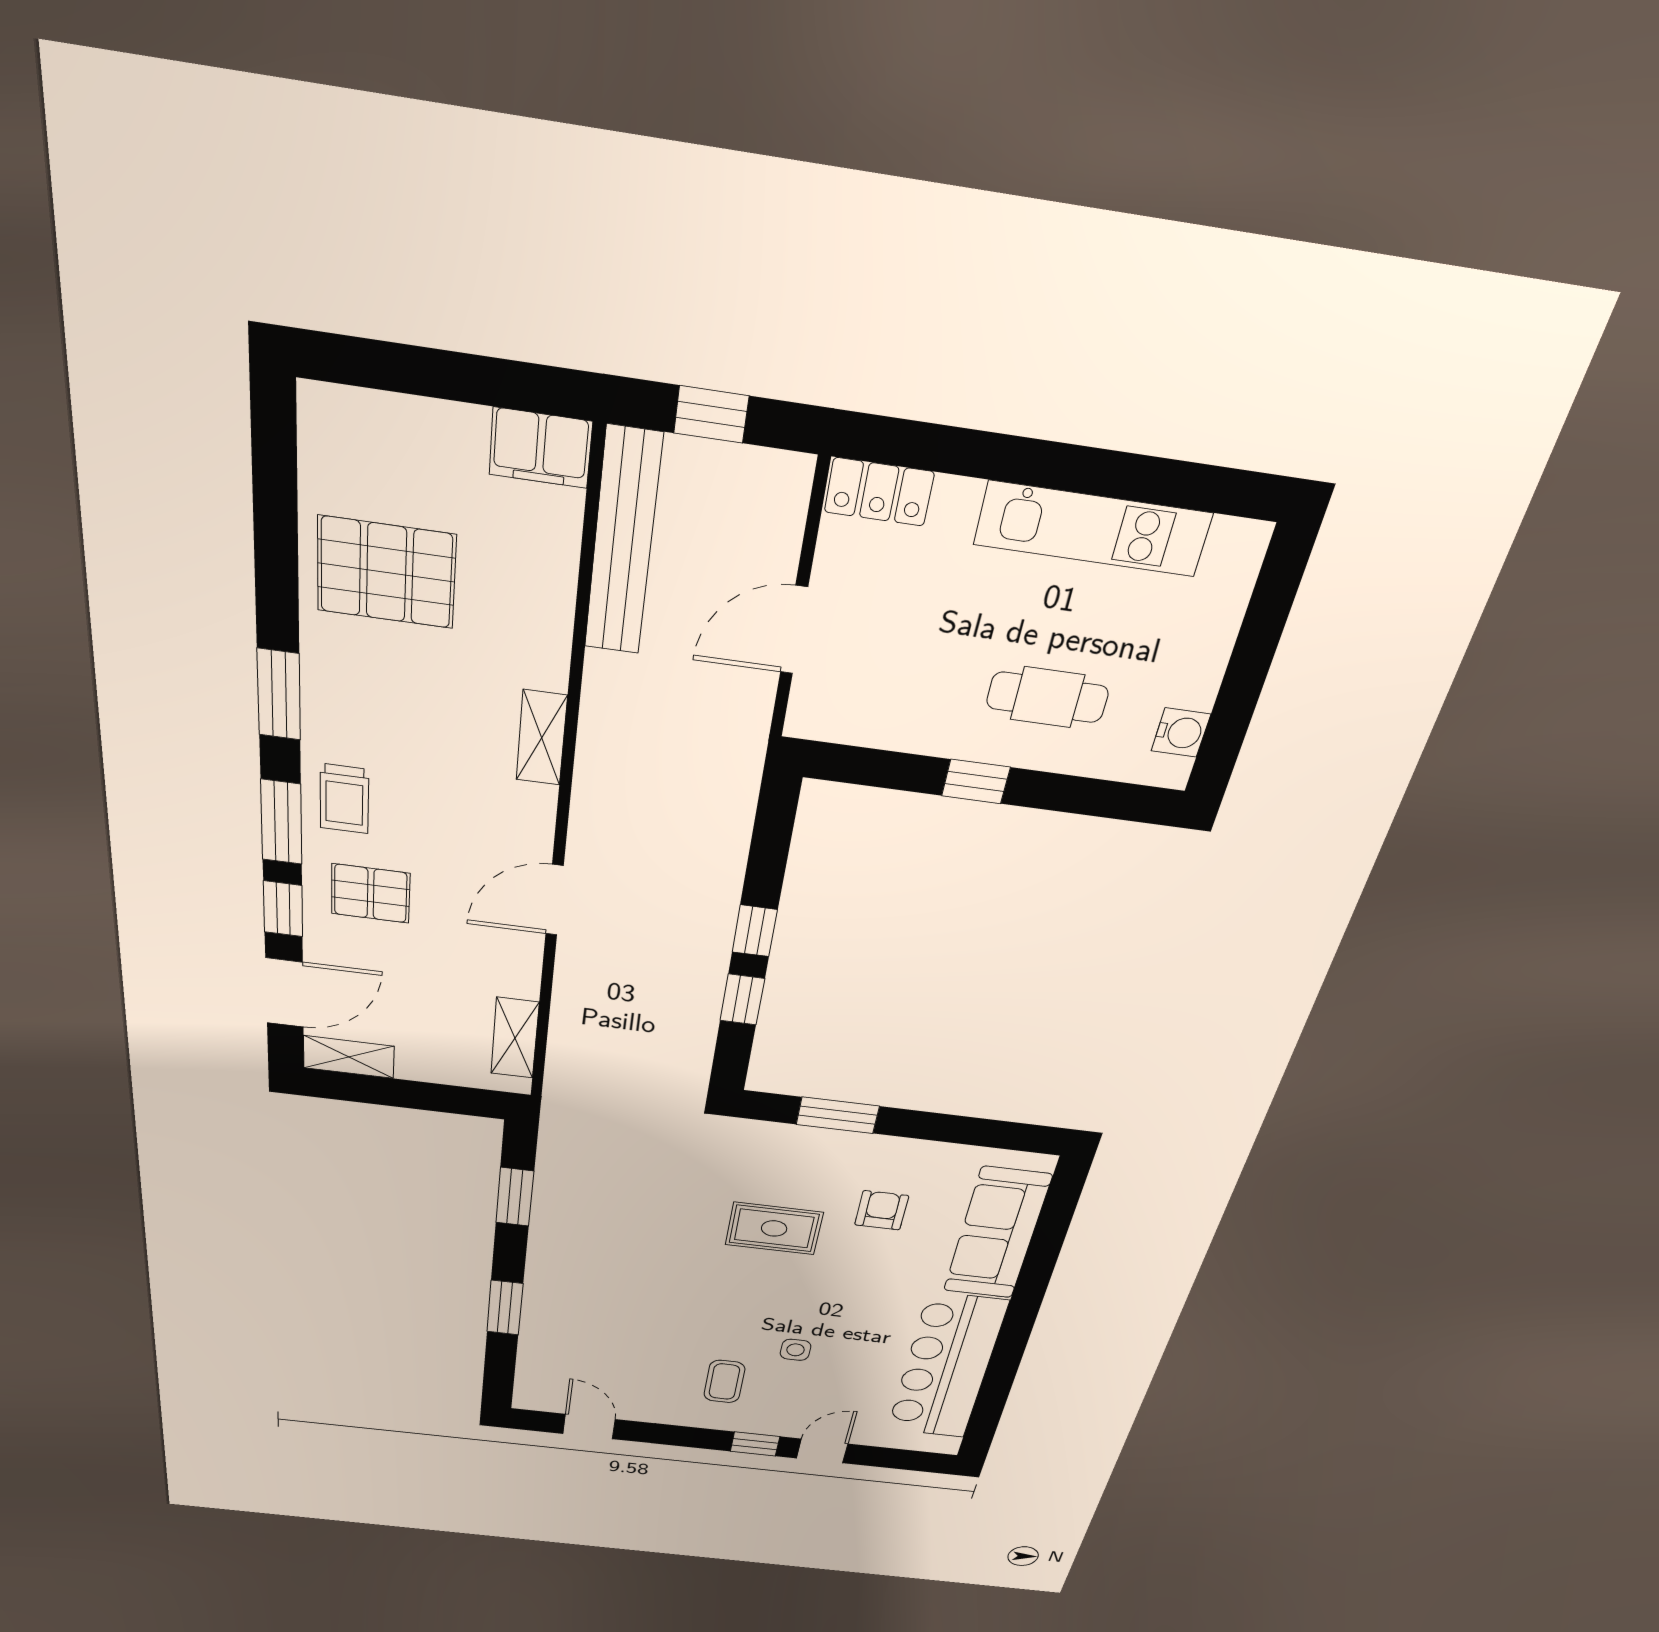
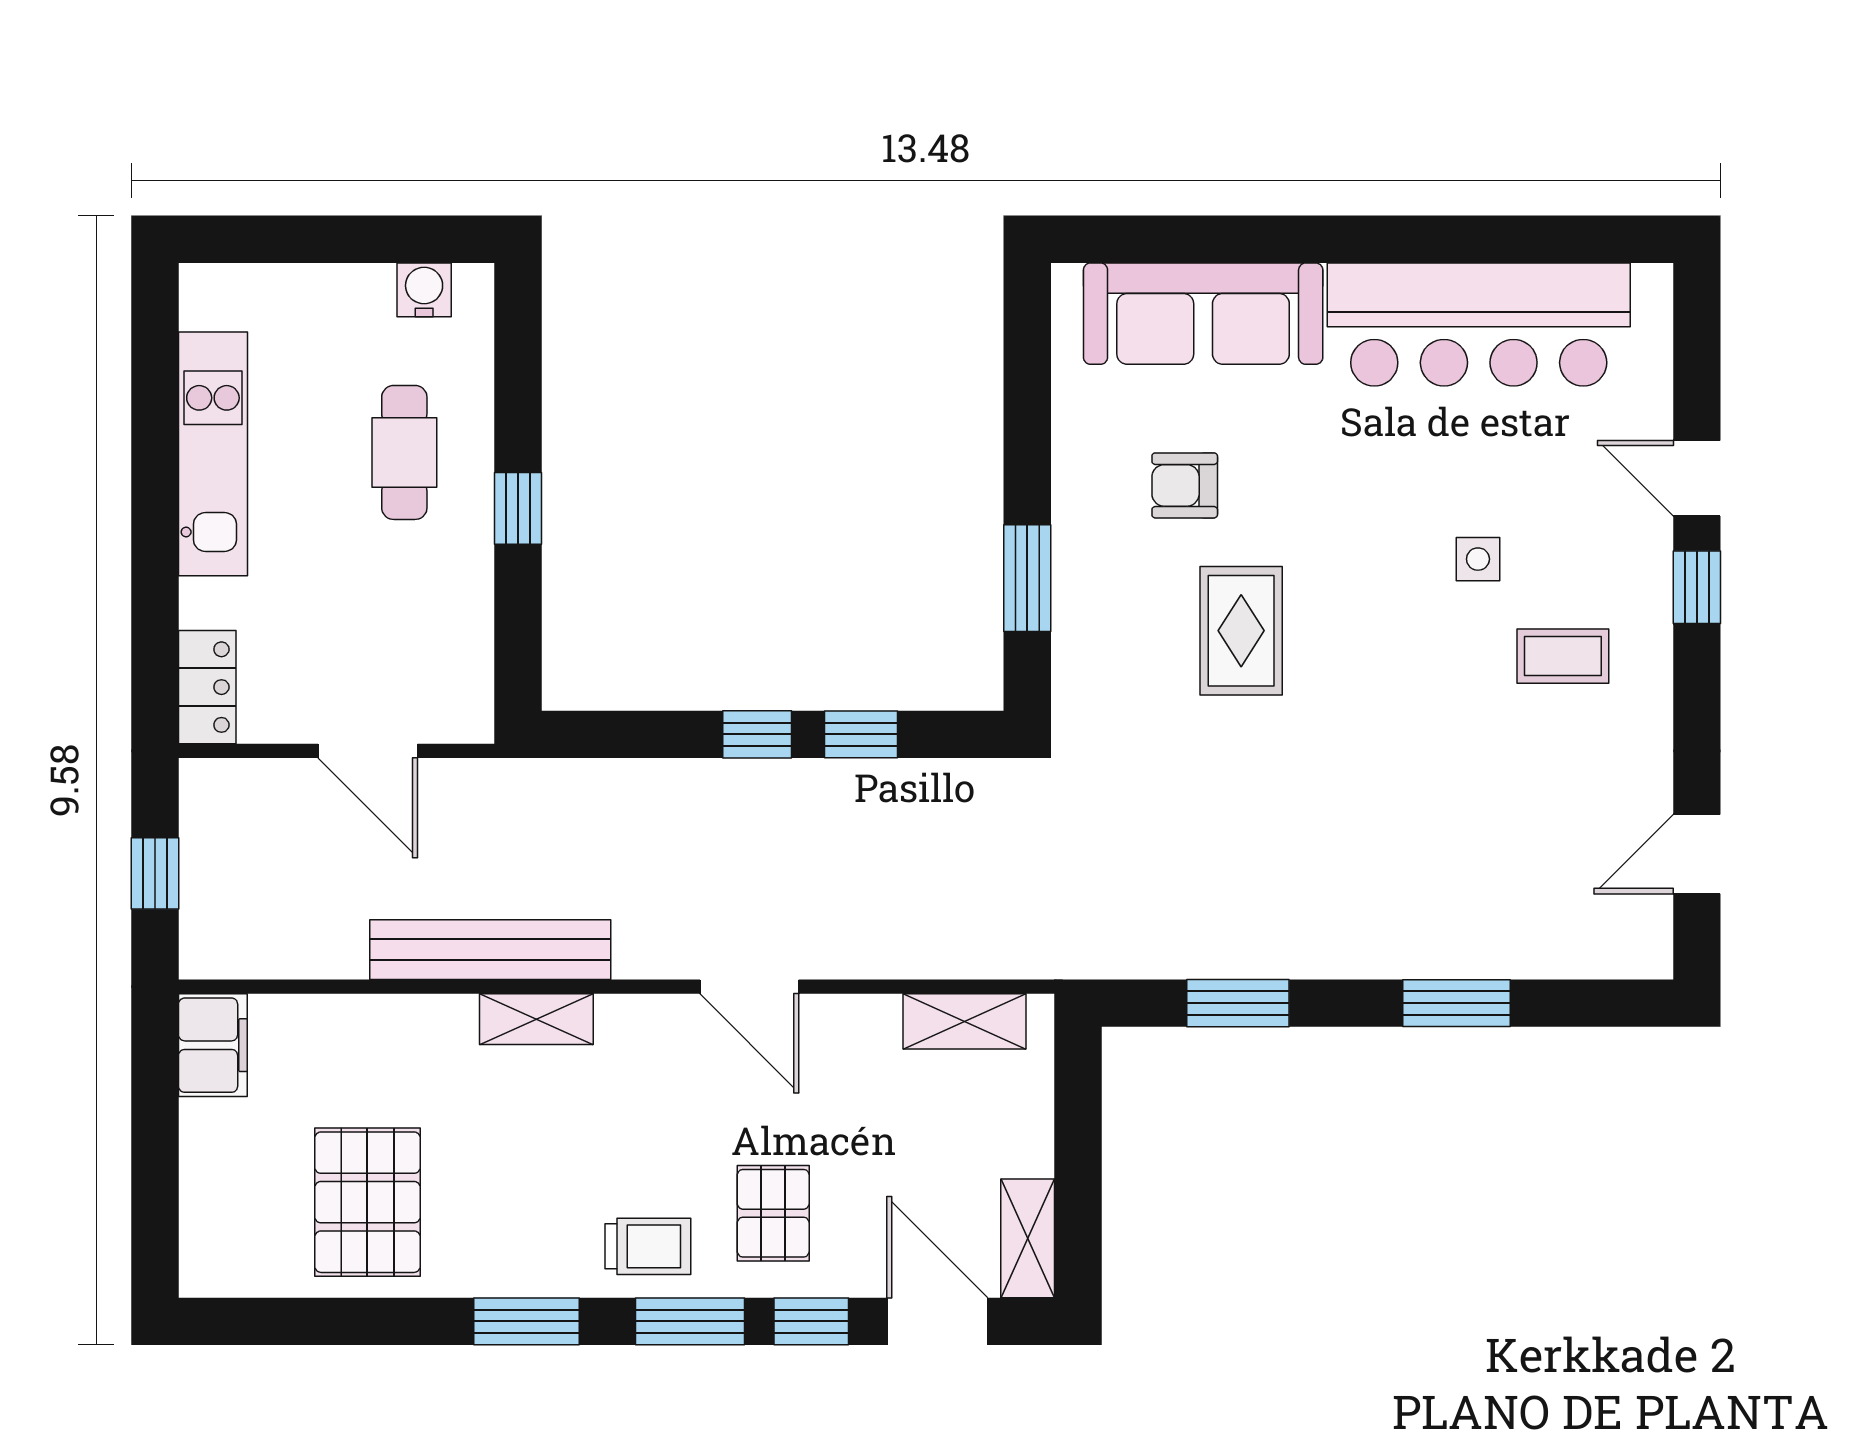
bench: (623, 543) -> (490, 950), moved

